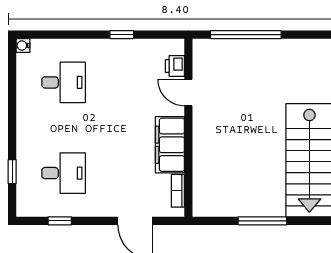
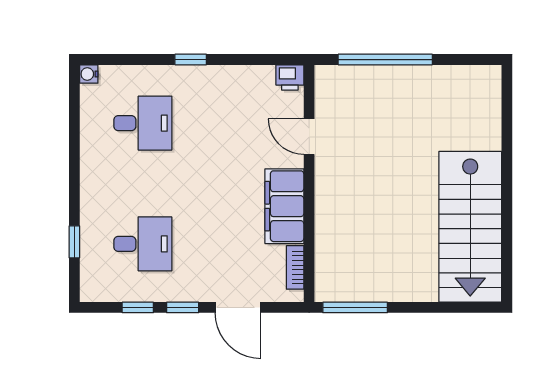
window: (122, 35) -> (191, 60), moved
printer: (175, 66) -> (290, 77), moved, turned -90
window: (93, 221) -> (183, 307), added
window: (262, 221) -> (355, 307), moved

